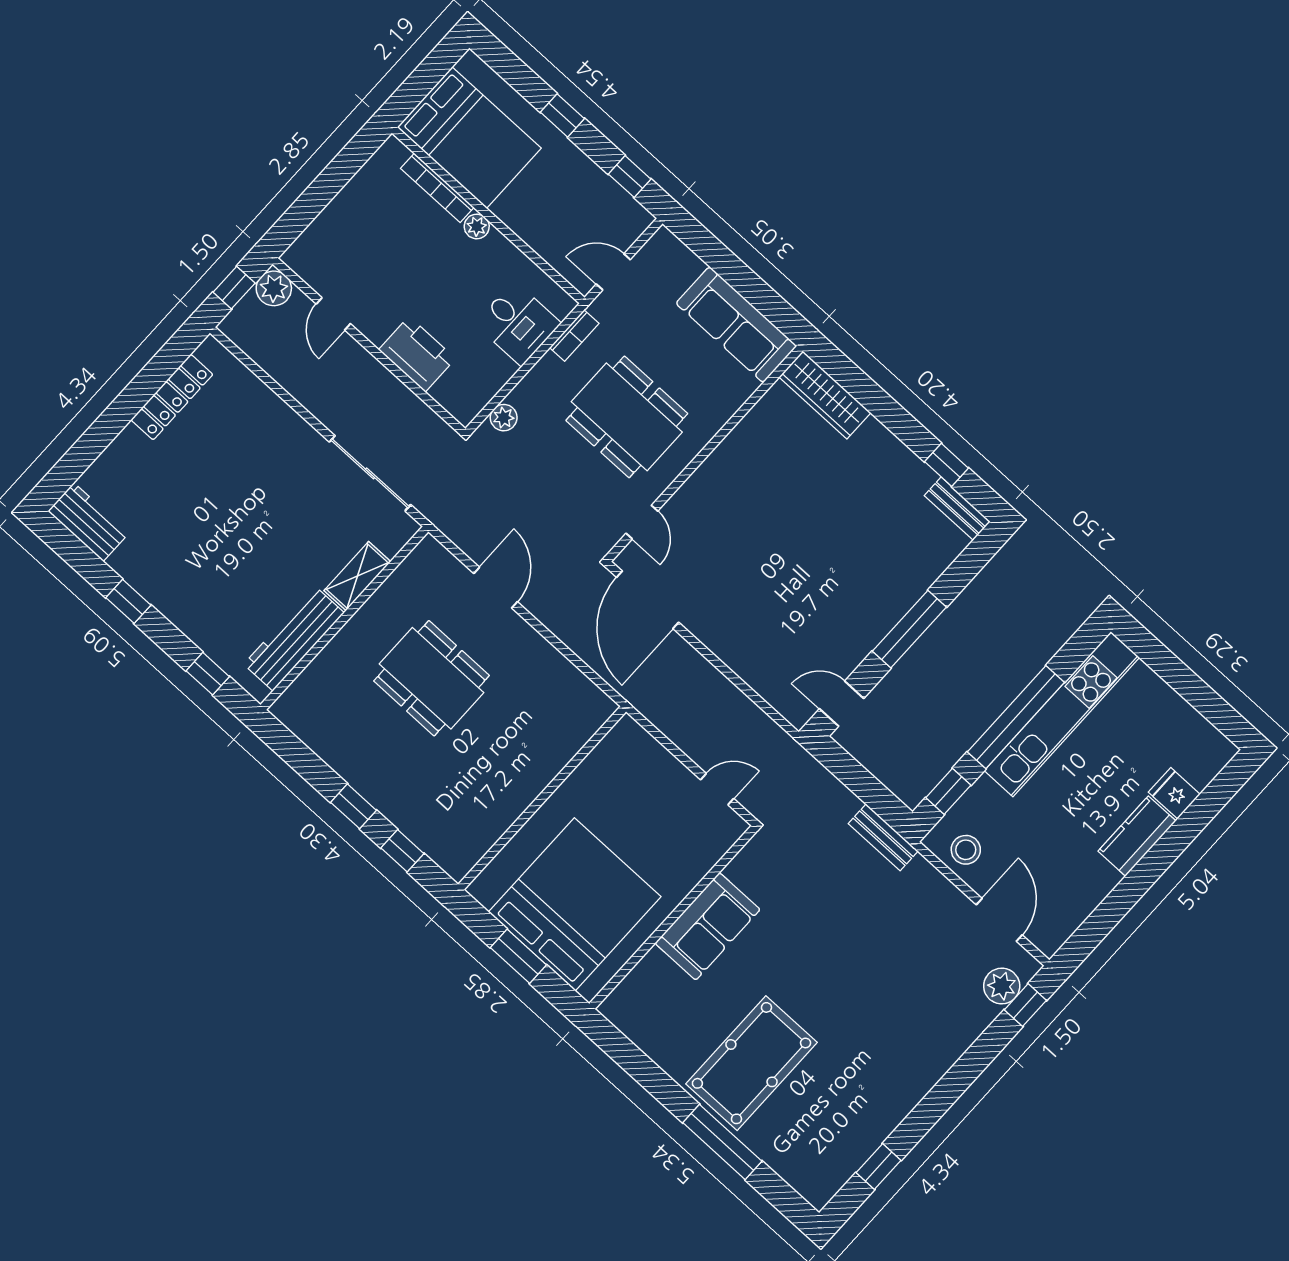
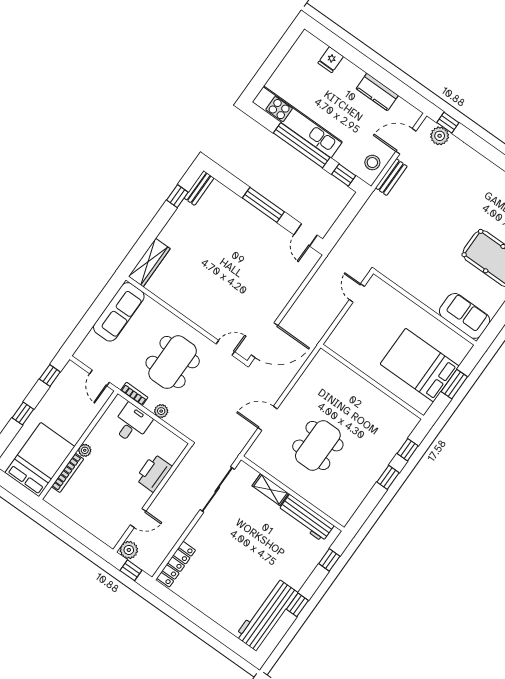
locker: (172, 397) -> (176, 564), moved, turned 90
plant: (504, 418) -> (161, 411), moved
workbench: (88, 522) -> (267, 614), width x1.87, depth x1.32
kitchen counter: (1137, 836) -> (377, 92), moved
bench: (883, 837) -> (391, 177), moved
bed: (575, 904) -> (420, 365), width x0.73
sofa: (708, 926) -> (465, 316), moved

